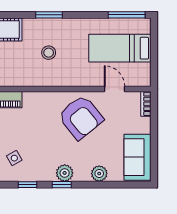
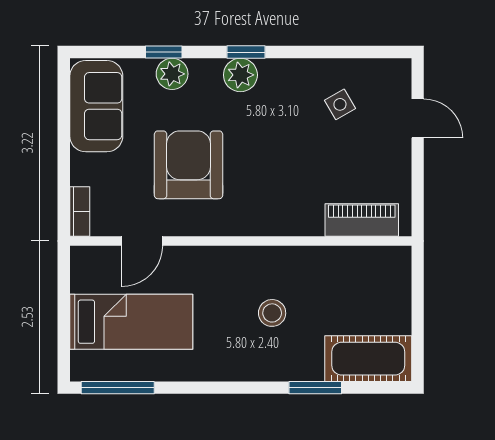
window: (49, 15) -> (315, 388), moved
door: (114, 89) -> (142, 241), hinge flipped
armchair: (81, 117) -> (188, 165), moved, turned 39
window: (28, 185) -> (164, 52), moved

